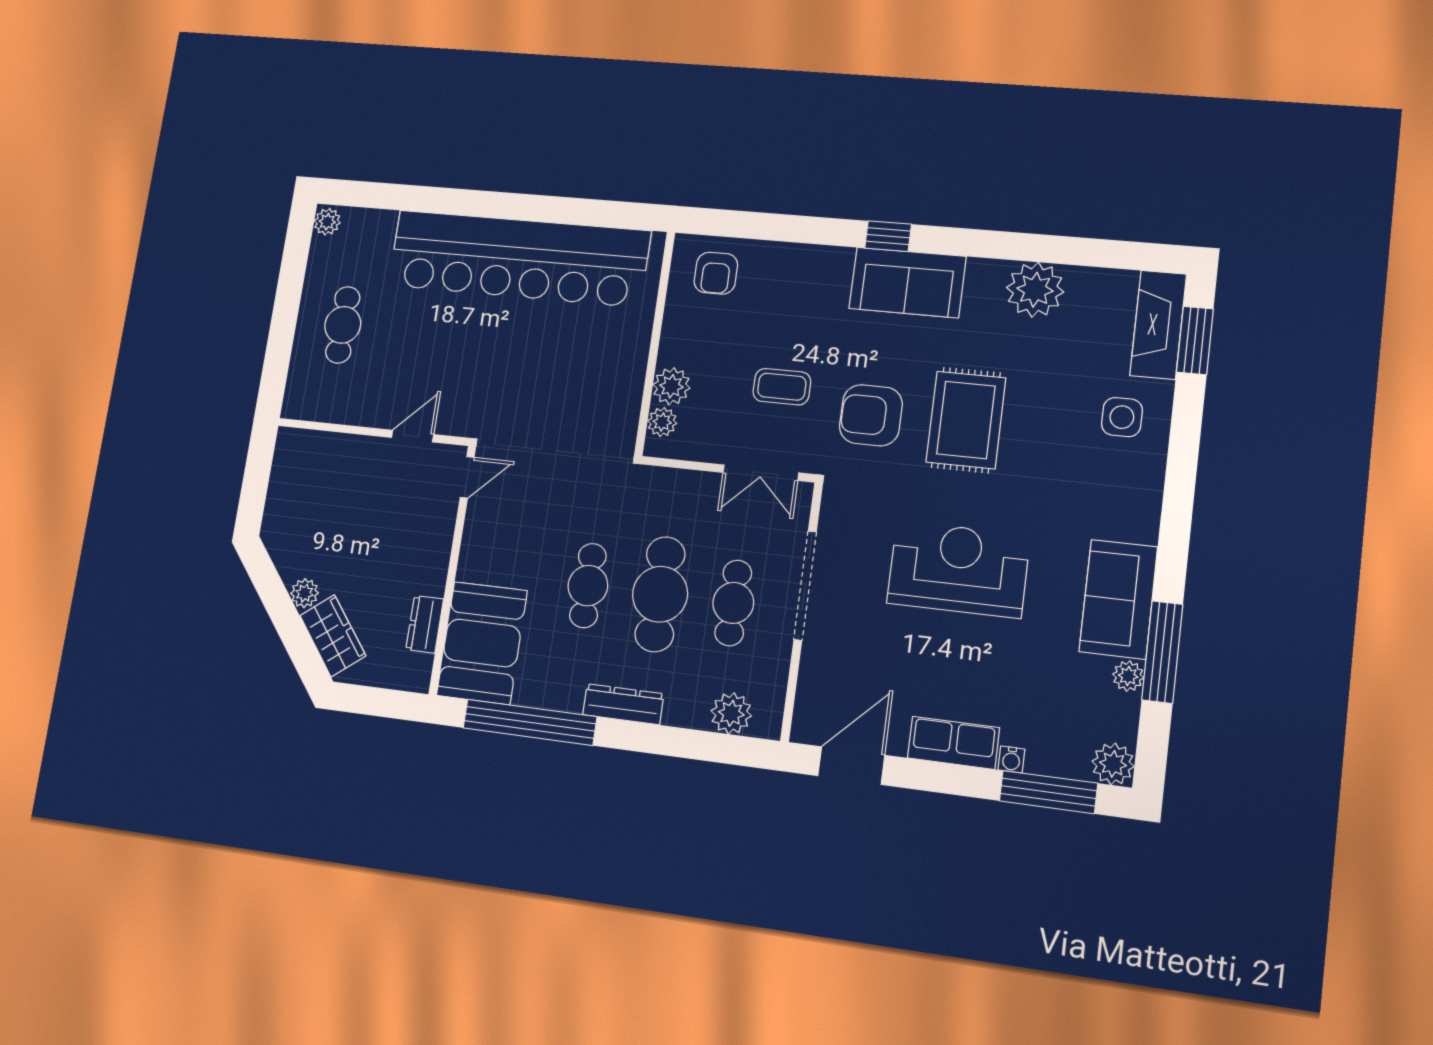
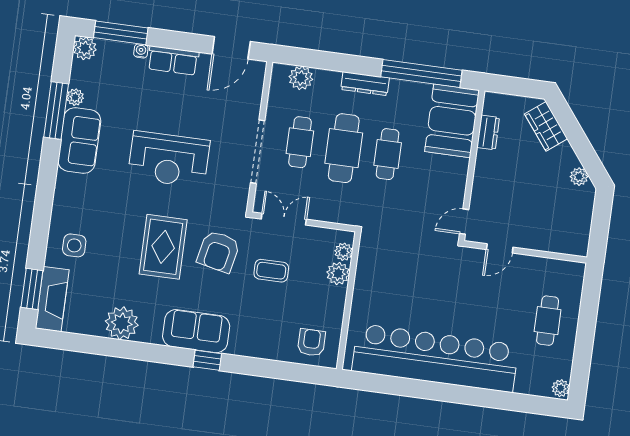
armchair: (871, 415) -> (218, 252), turned 102
plant: (305, 593) -> (579, 177), moved

